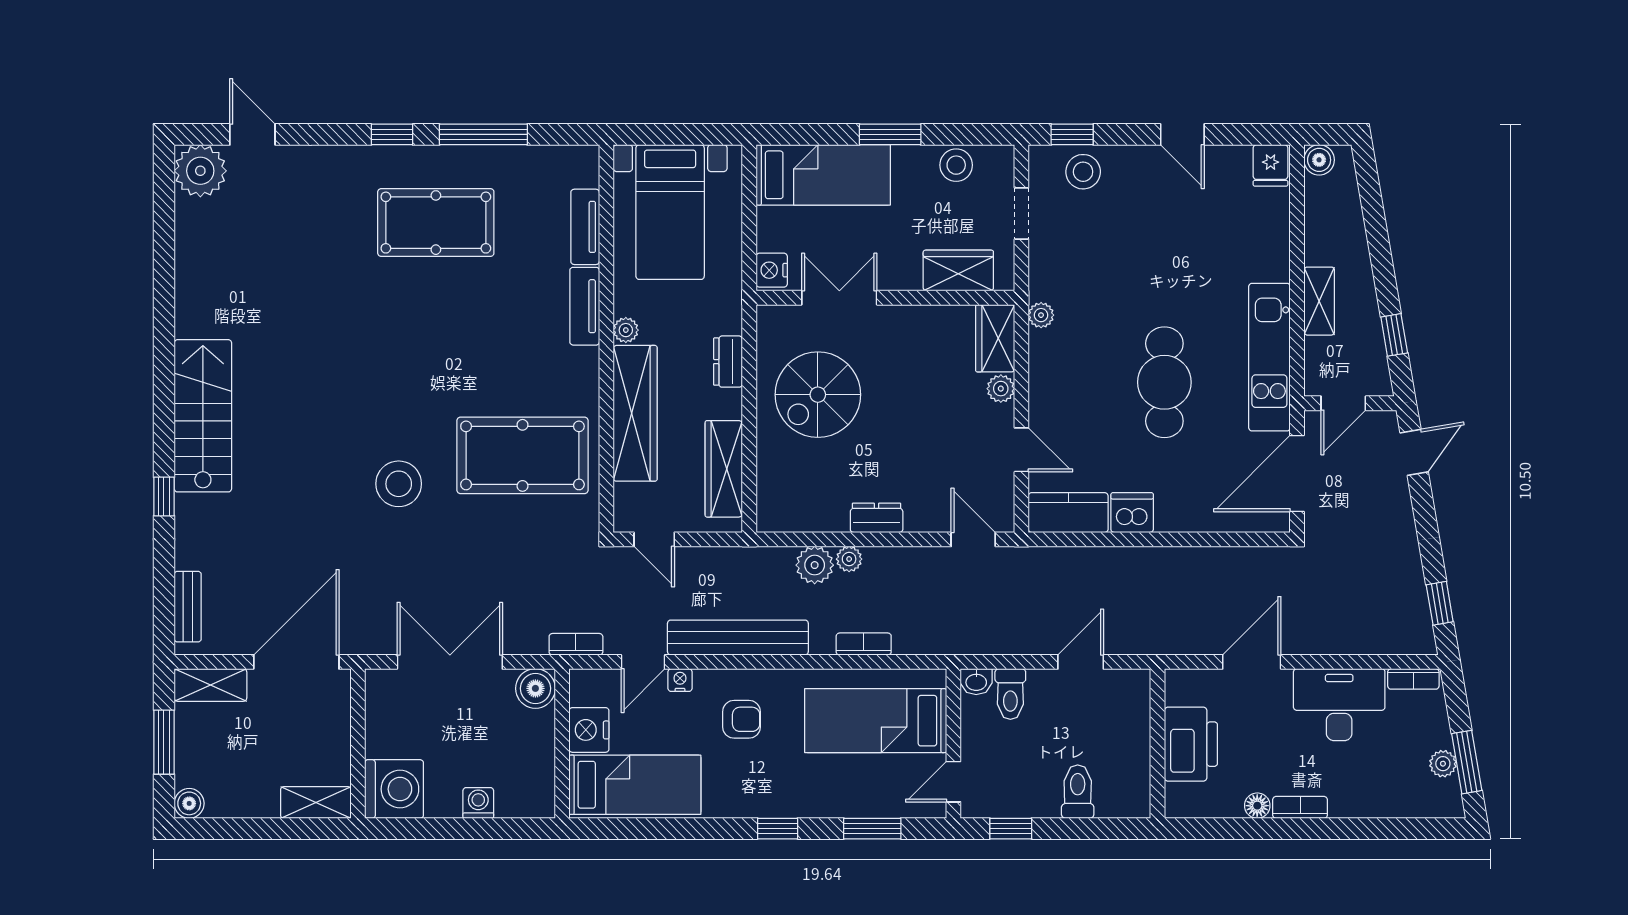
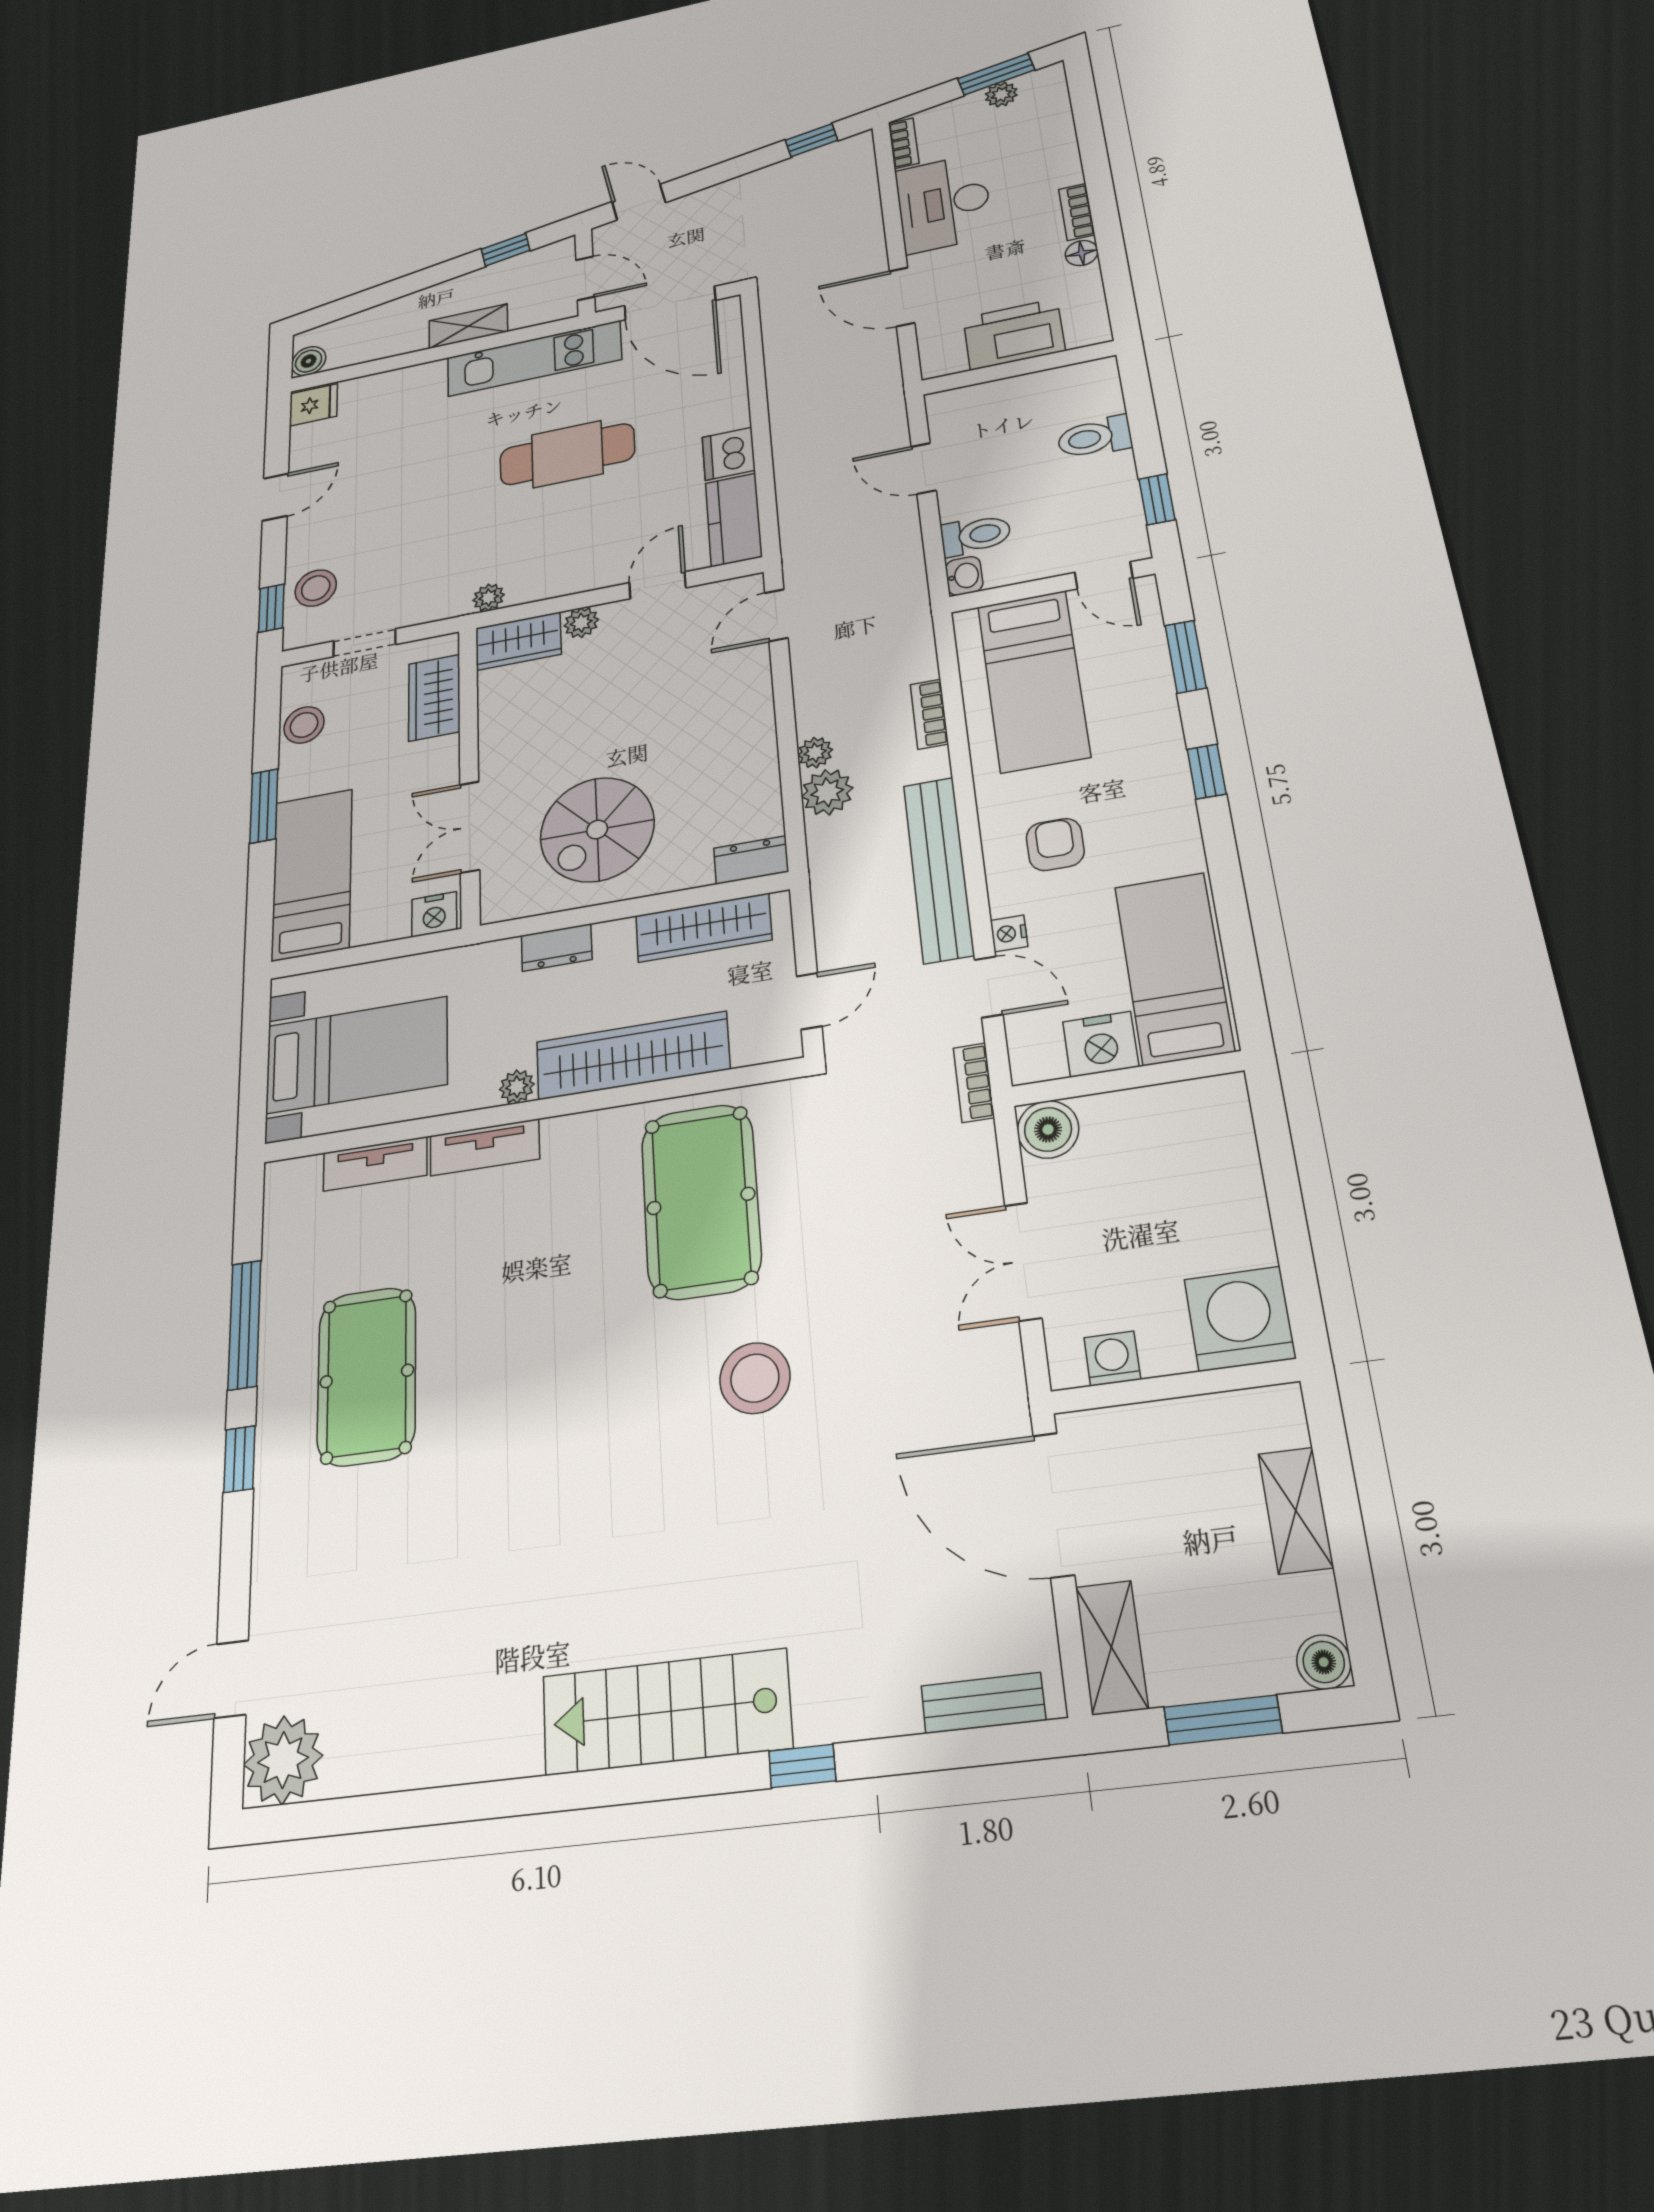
spiral stairs: (818, 395) -> (597, 830), turned 90
dresser: (877, 518) -> (751, 860), moved, turned 90
double door: (450, 662) -> (1023, 1261), width x0.73
shelving: (316, 802) -> (1296, 1510), moved
washing machine: (478, 803) -> (1112, 1359), moved, turned 90

